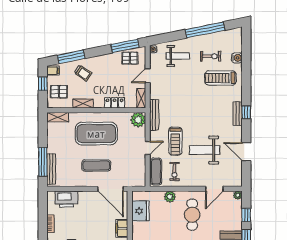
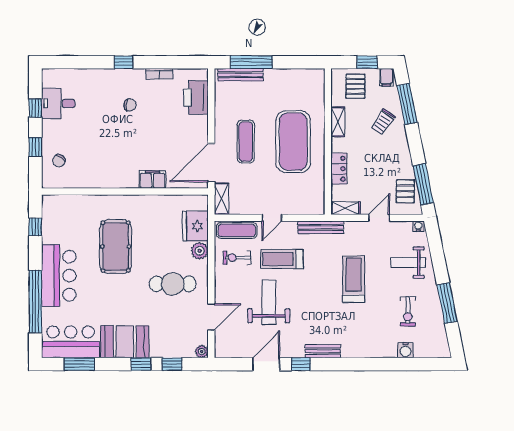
window: (205, 30) -> (447, 303), width x0.68
weight bench: (178, 56) -> (408, 263), turned 90
door: (148, 76) -> (379, 218), hinge flipped
treadmill: (220, 78) -> (354, 279), moved
window: (246, 112) -> (301, 364), moved
shelving: (58, 117) -> (221, 199), moved
plant: (138, 120) -> (314, 204), removed
door: (148, 148) -> (272, 218), hinge flipped
door: (214, 189) -> (211, 317), swing flipped
fridge: (140, 211) -> (195, 226), moved, turned 90

